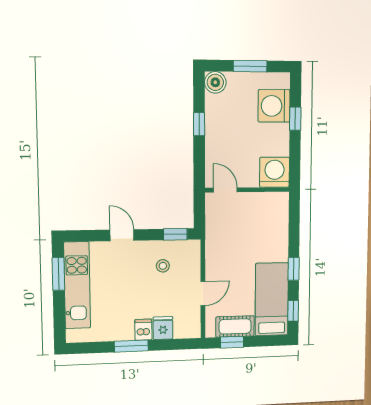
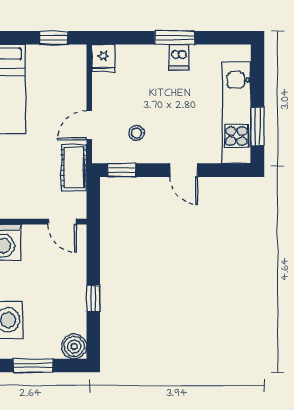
door: (203, 294) -> (89, 125), moved
cot: (235, 326) -> (74, 168), moved, turned 90
fridge: (163, 328) -> (103, 58), moved
dishwasher: (143, 330) -> (179, 57), moved

